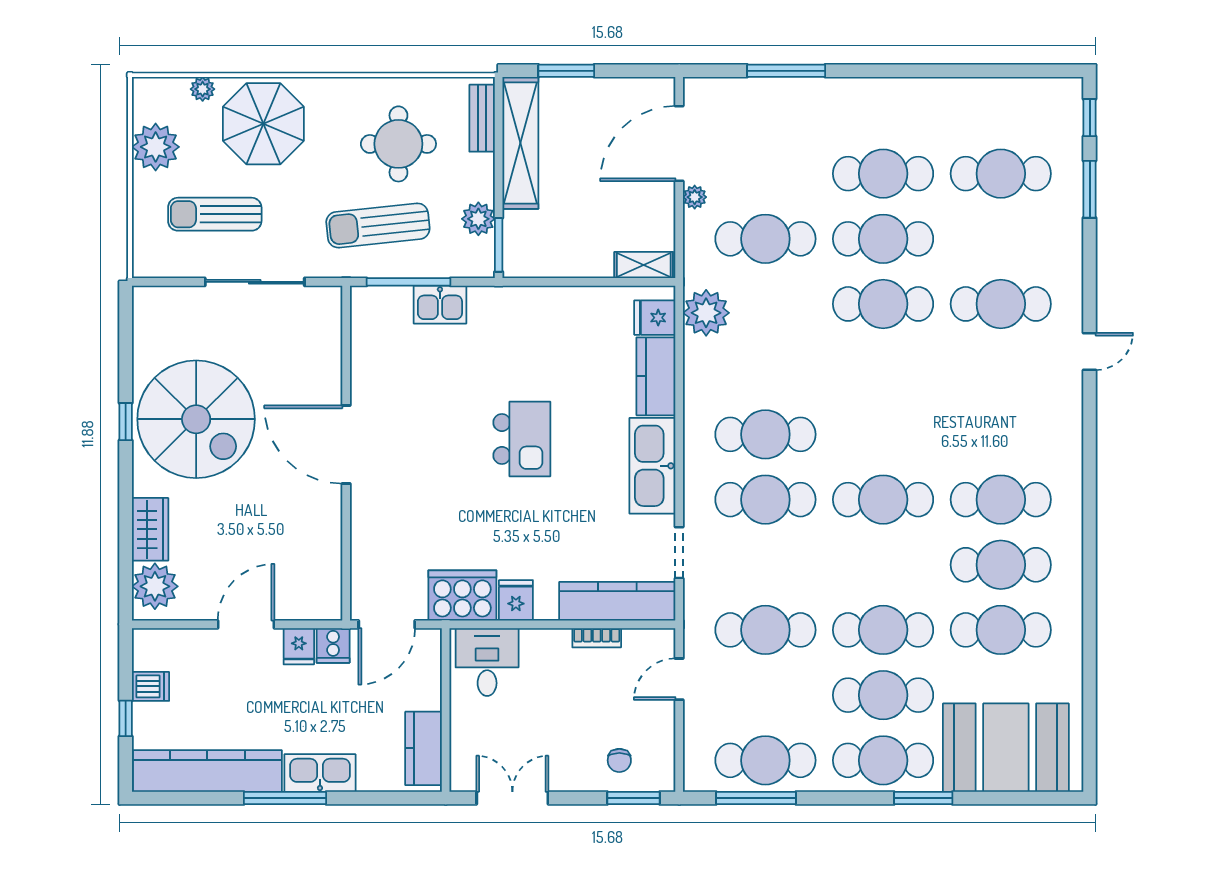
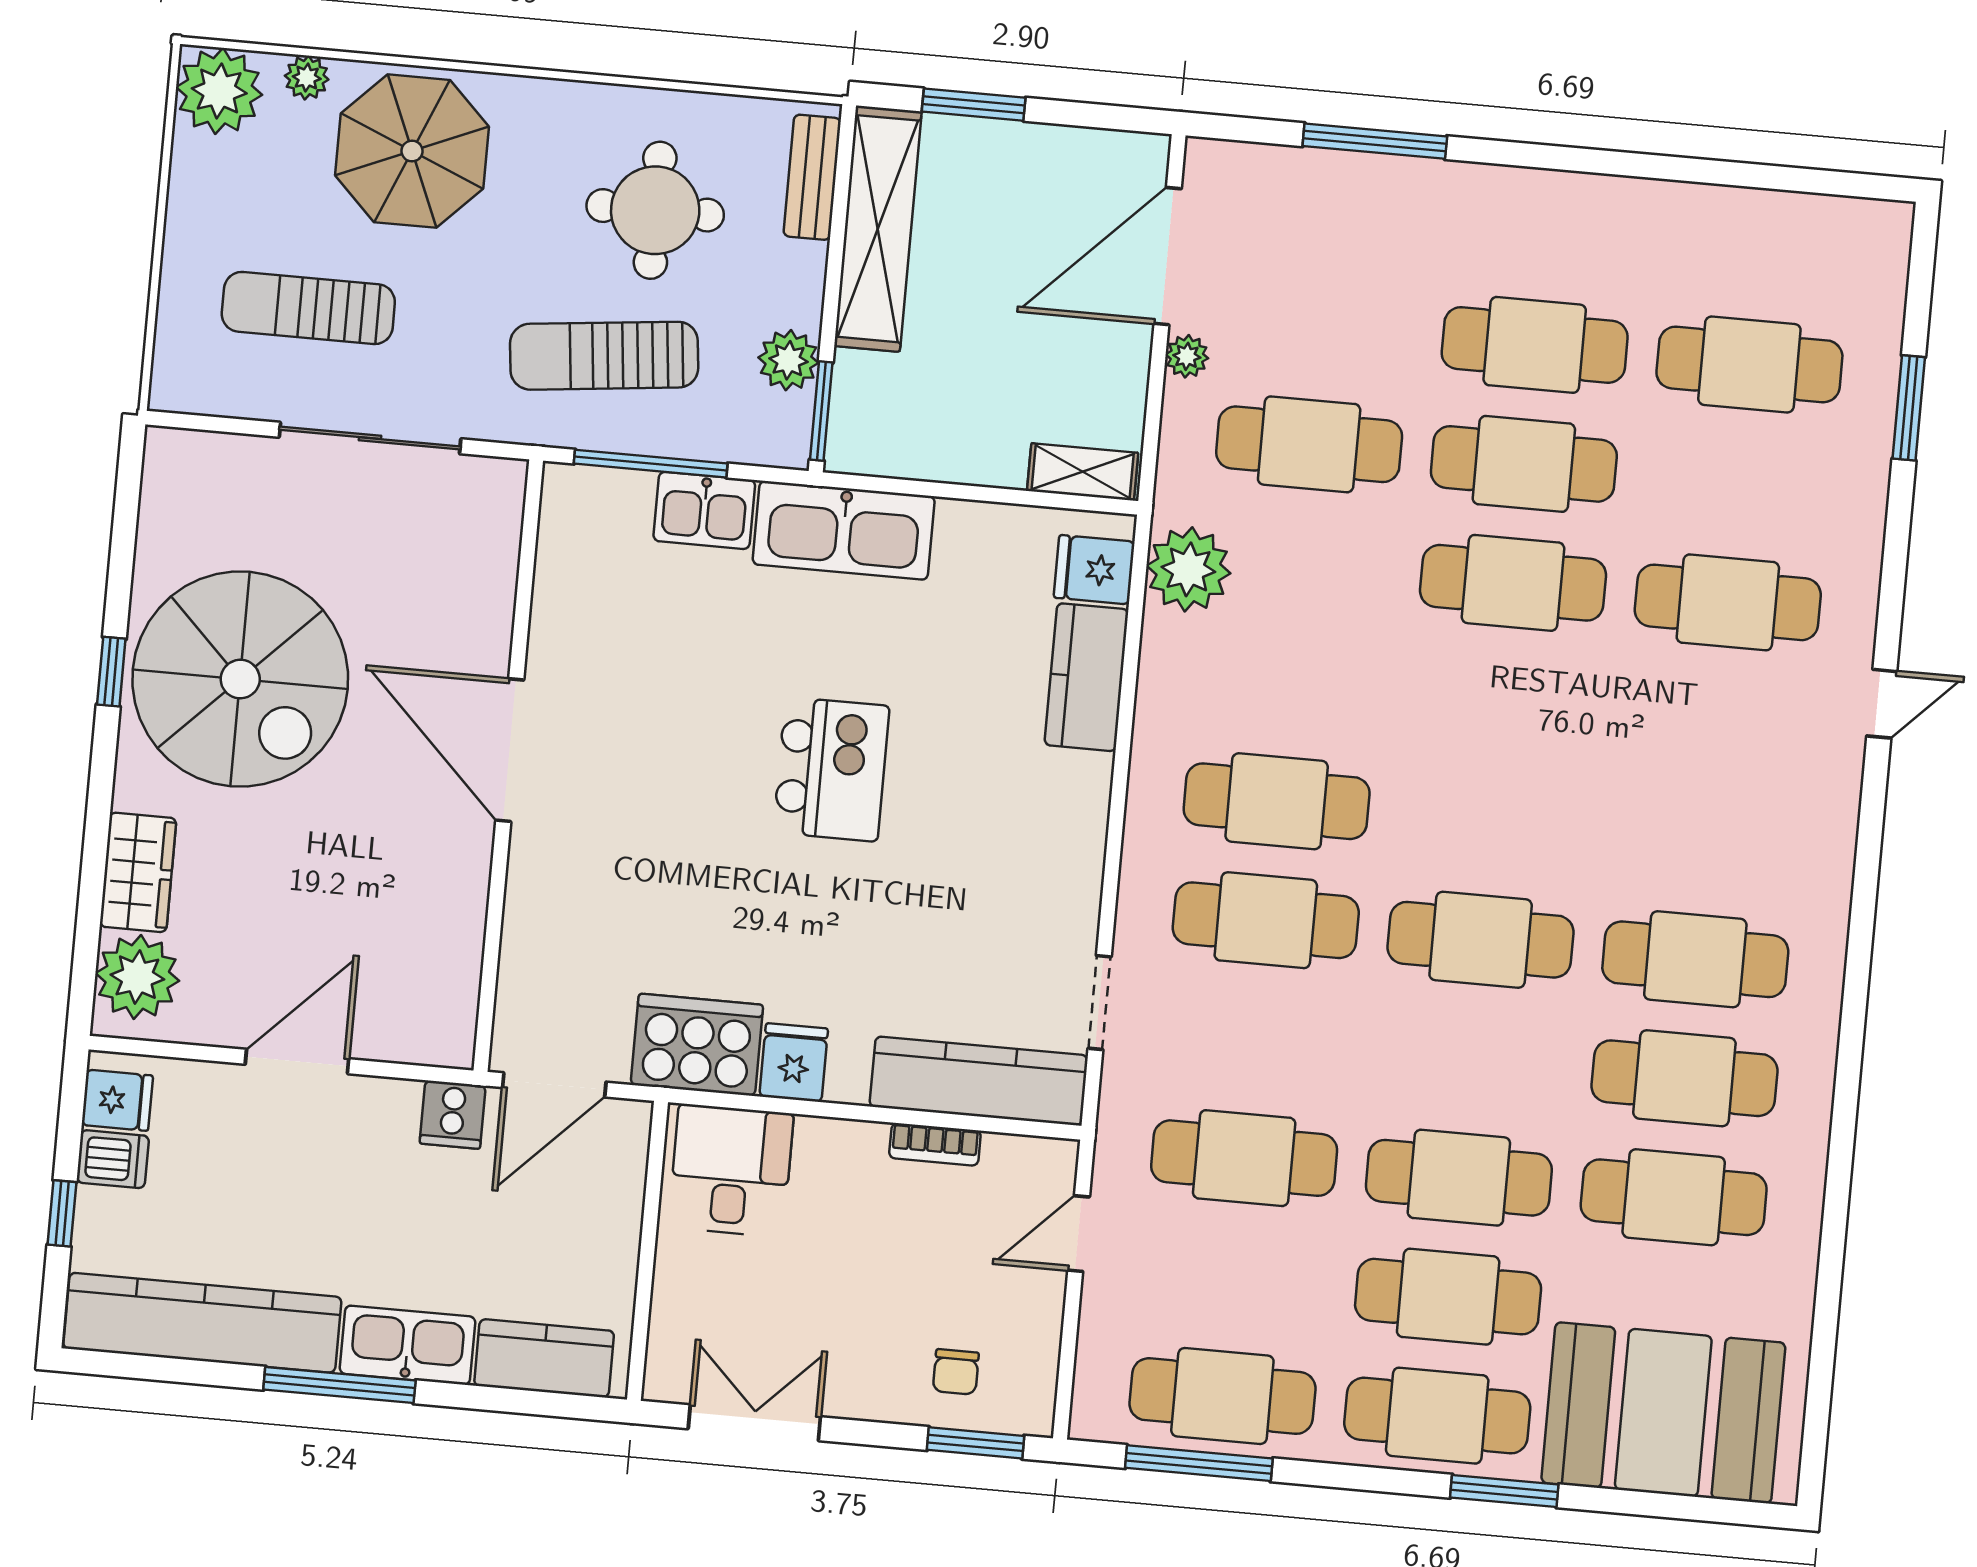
window: (1090, 118) -> (1921, 277), removed
plant: (156, 147) -> (219, 91), moved
kitchen sink: (652, 466) -> (844, 530), moved, turned -90
fridge: (299, 646) -> (117, 1100), moved, turned -90
kitchen counter: (424, 748) -> (544, 1358), moved, turned 90

